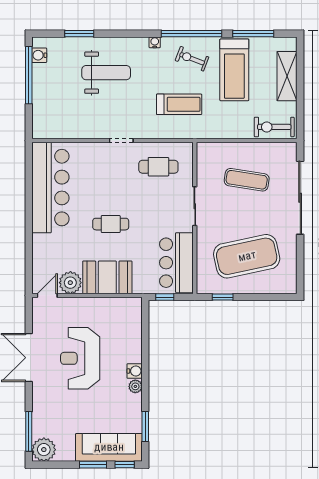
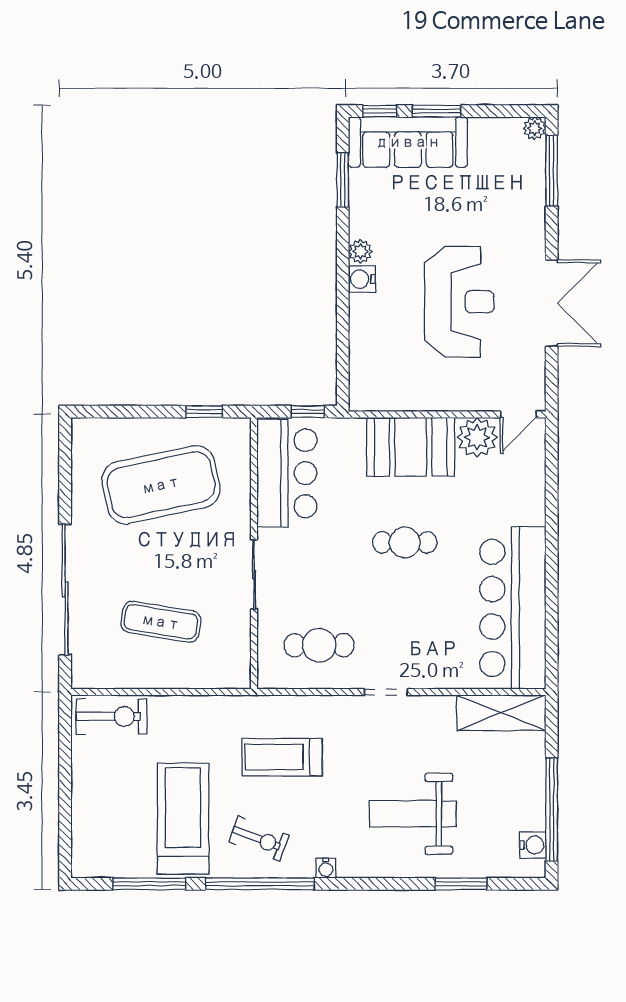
shelving: (287, 76) -> (501, 713), moved, turned 90
plant: (44, 450) -> (535, 128), width x0.53, depth x0.53

